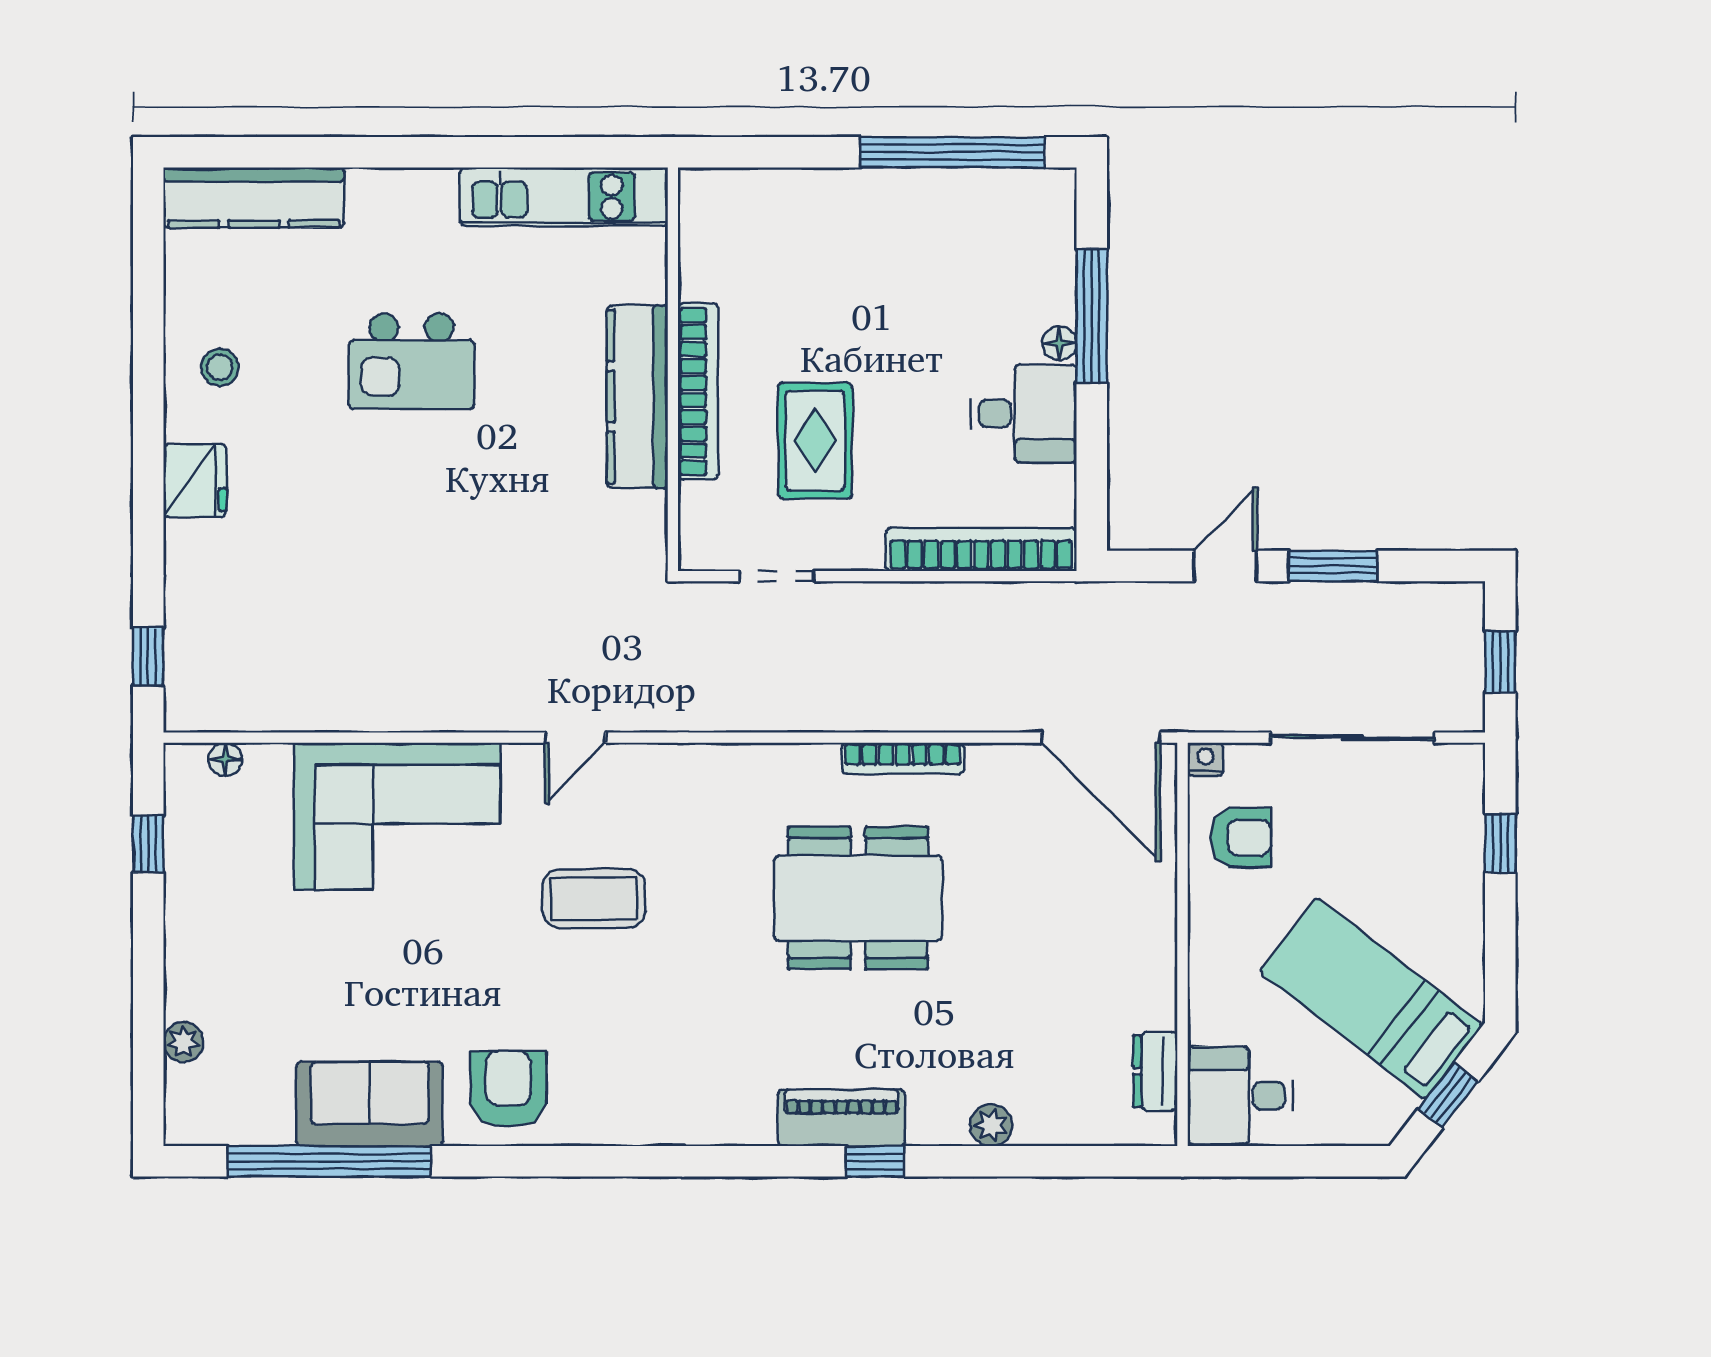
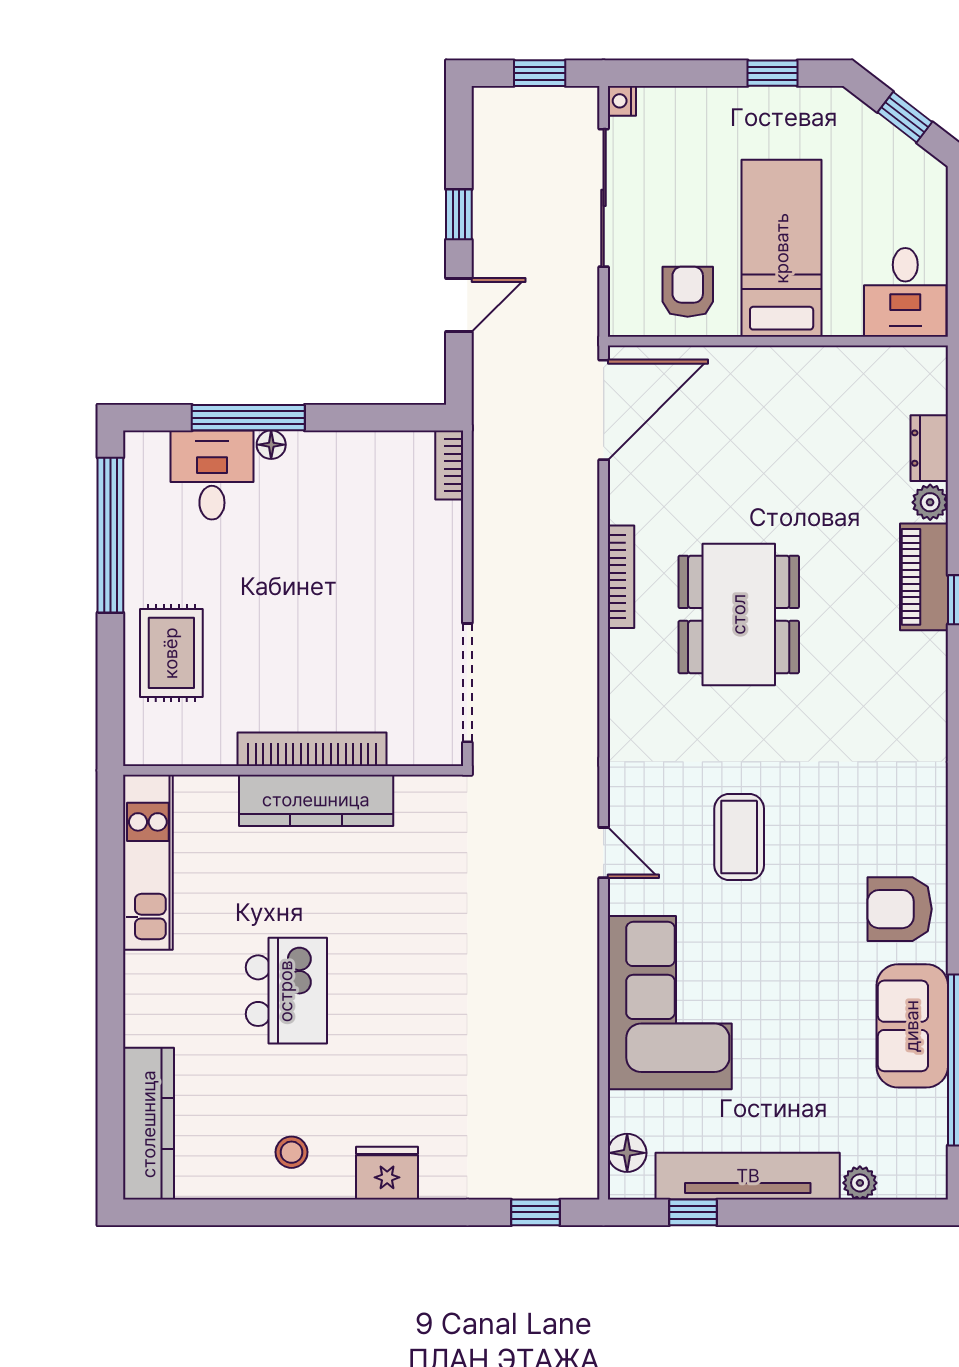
desk: (1024, 414) -> (212, 475), moved
rug: (815, 441) -> (171, 653), moved, turned 90
bookcase: (981, 549) -> (449, 465), width x0.43, depth x0.76
door: (1225, 566) -> (459, 305), swing flipped
window: (1333, 566) -> (459, 214), width x0.67
doorway: (777, 576) -> (467, 683), width x1.88
floor lamp: (225, 759) -> (627, 1153), width x1.37, depth x1.37
nightstand: (1205, 759) -> (622, 101), moved
window: (1500, 843) -> (773, 73), moved
tv unit: (191, 909) -> (748, 1176), added
bed: (1371, 998) -> (782, 248), moved, turned 142
dresser: (1155, 1071) -> (929, 448), moved, turned 90
piano: (841, 1118) -> (924, 577), moved

